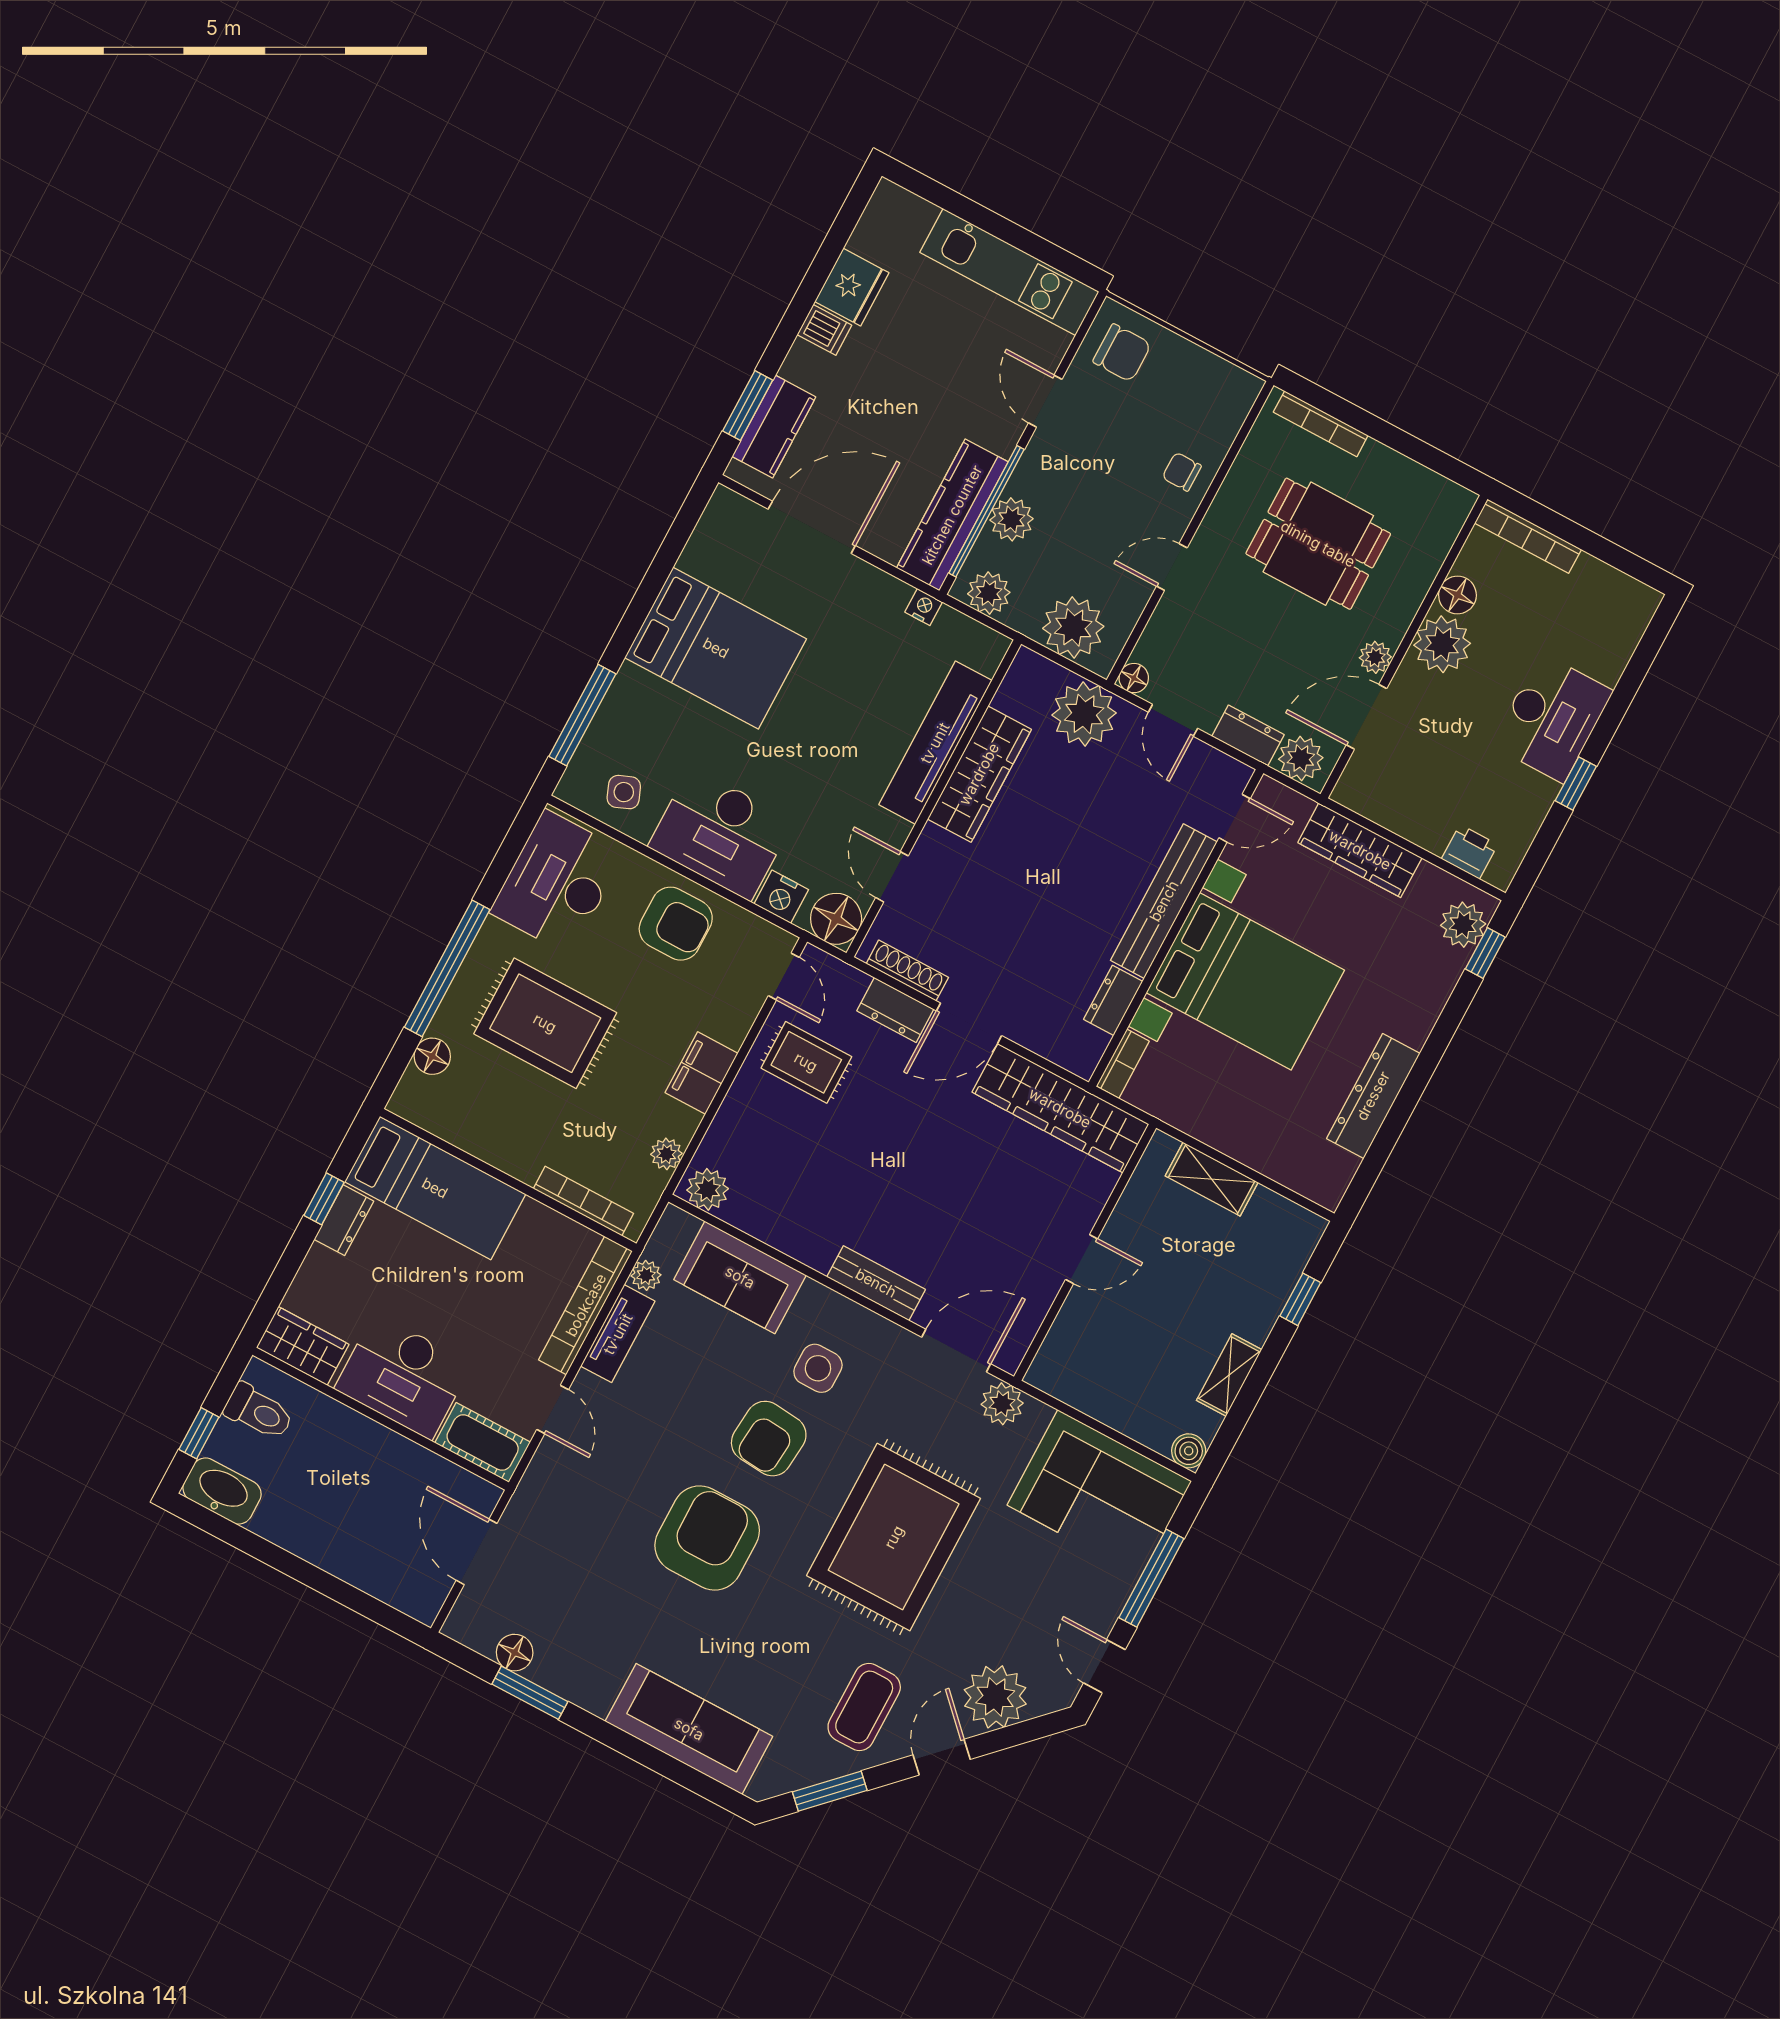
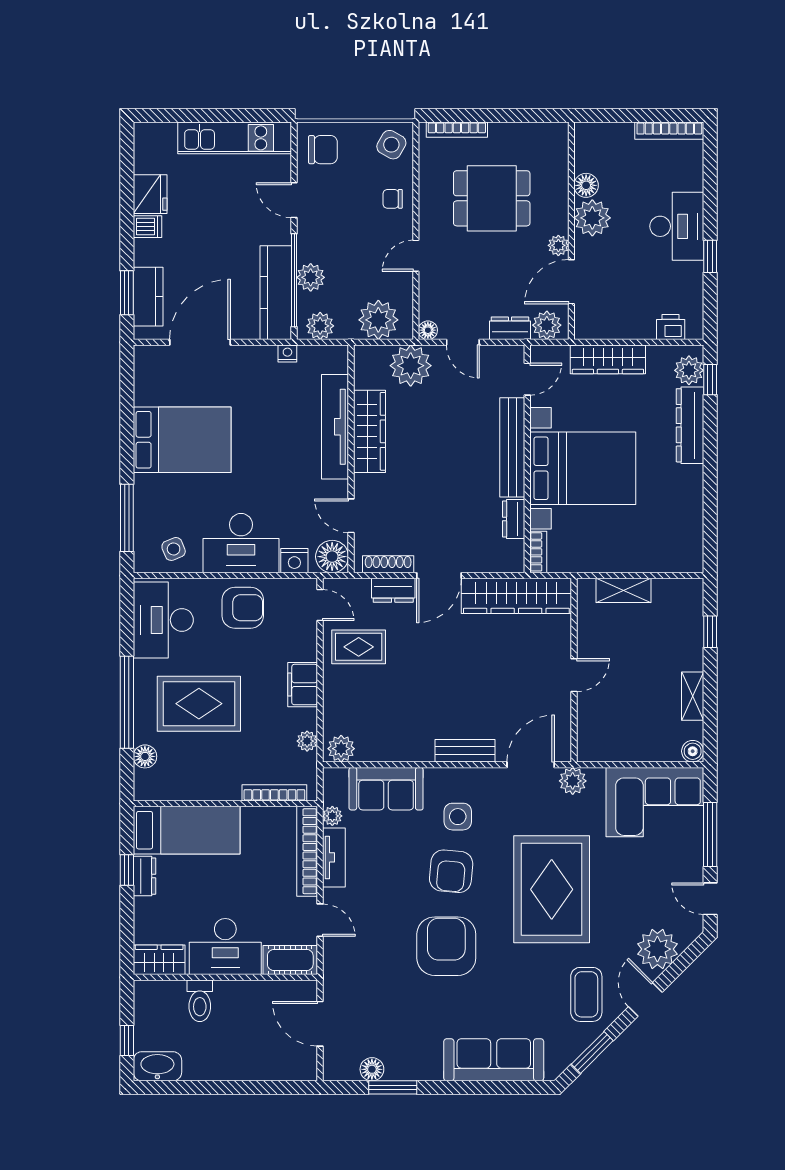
side table: (1220, 396) -> (391, 145), added
bookcase: (1528, 536) -> (669, 131), moved
dresser: (1373, 1096) -> (690, 425), moved
toilet: (259, 1412) -> (200, 1001), moved, turned 90

